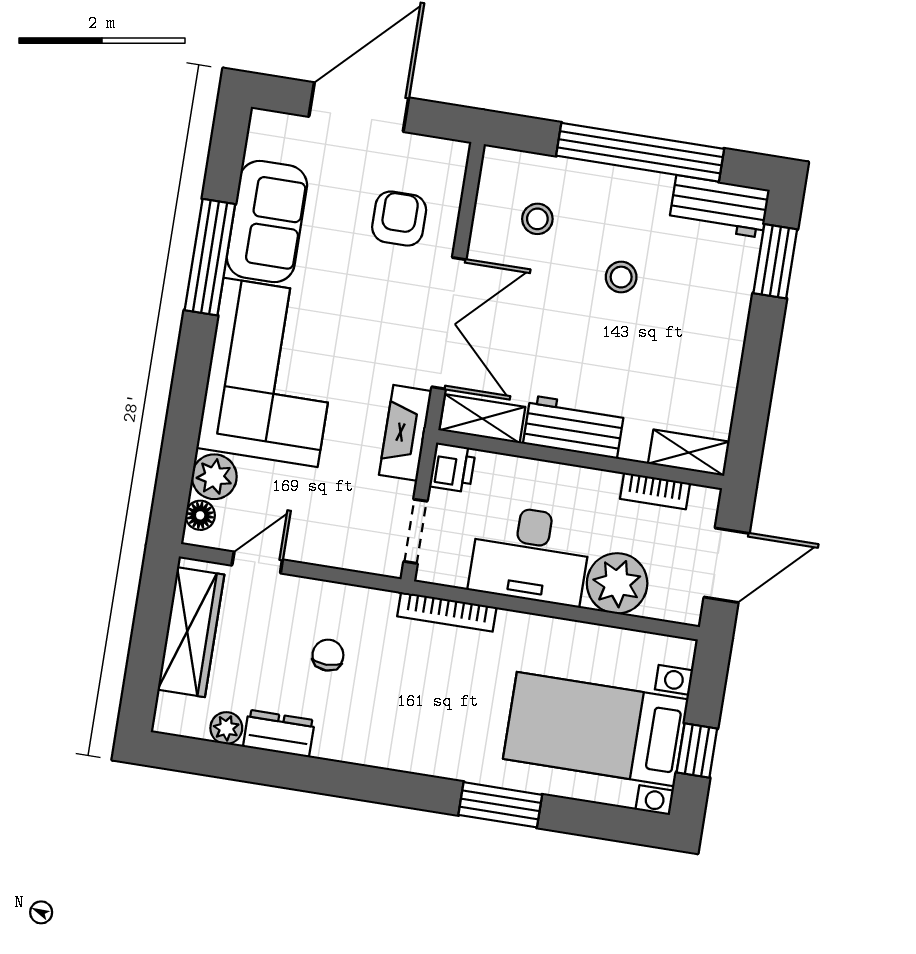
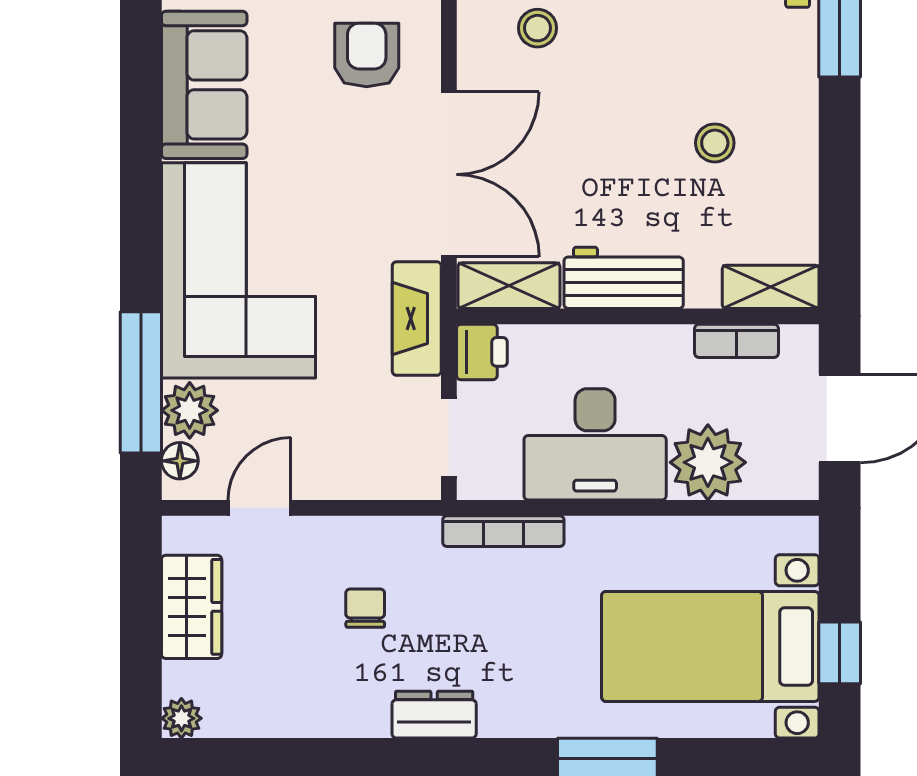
window: (210, 257) -> (141, 382), moved
stool: (621, 277) -> (715, 143), moved
wardrobe: (191, 632) -> (192, 607), width x0.67
plant: (226, 728) -> (181, 718), moved
dresser: (279, 734) -> (434, 715), moved

